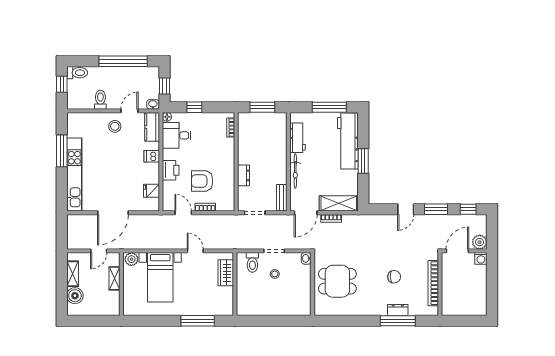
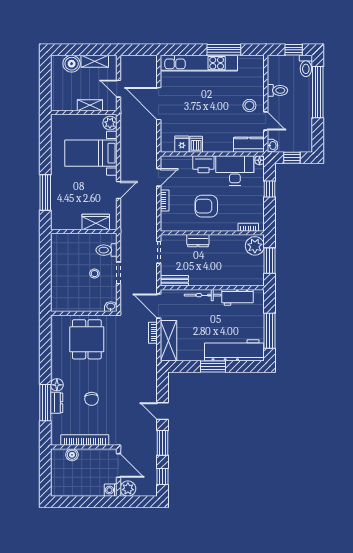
window: (123, 61) -> (318, 92), moved
plant: (248, 121) -> (255, 246), added
desk: (177, 135) -> (235, 170), width x1.37
dishwasher: (152, 156) -> (196, 144), moved
armchair: (202, 181) -> (206, 206), moved, turned -90
boiler: (447, 295) -> (72, 455), added
floor lamp: (381, 310) -> (57, 385), added

